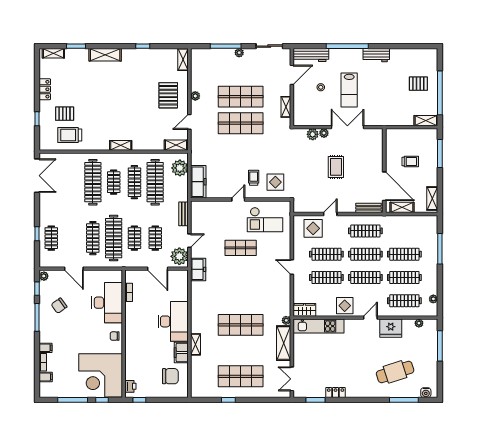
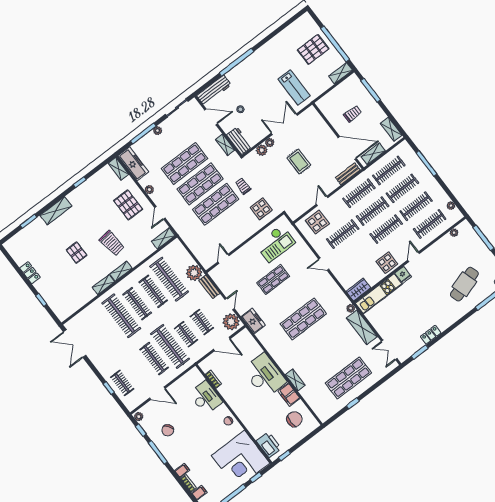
shelving: (53, 53) -> (103, 285), moved
workbench: (376, 55) -> (239, 141), moved, turned -90
door: (292, 75) -> (211, 117), hinge flipped
pallet: (418, 84) -> (313, 49), width x1.50, depth x1.42
lab bench: (349, 90) -> (294, 87), moved
pallet: (65, 114) -> (77, 253), moved, turned 90
trolley: (70, 135) -> (112, 243), moved, turned -97
shop shelf: (241, 150) -> (216, 204), added
plant: (180, 168) -> (194, 273), moved
double door: (37, 176) -> (75, 344), swing flipped
trolley: (254, 178) -> (243, 186), moved
clothes rail: (114, 182) -> (137, 304), width x1.36
freezer: (198, 182) -> (133, 164), moved
door: (238, 200) -> (223, 259), moved
clothes rail: (326, 277) -> (389, 170), moved
desk: (107, 303) -> (206, 398), width x0.73, depth x0.77
shop shelf: (241, 325) -> (303, 319), moved
fridge: (391, 328) -> (403, 275), moved, width x0.53, depth x0.75
printer: (130, 386) -> (269, 445), width x1.87, depth x1.48

